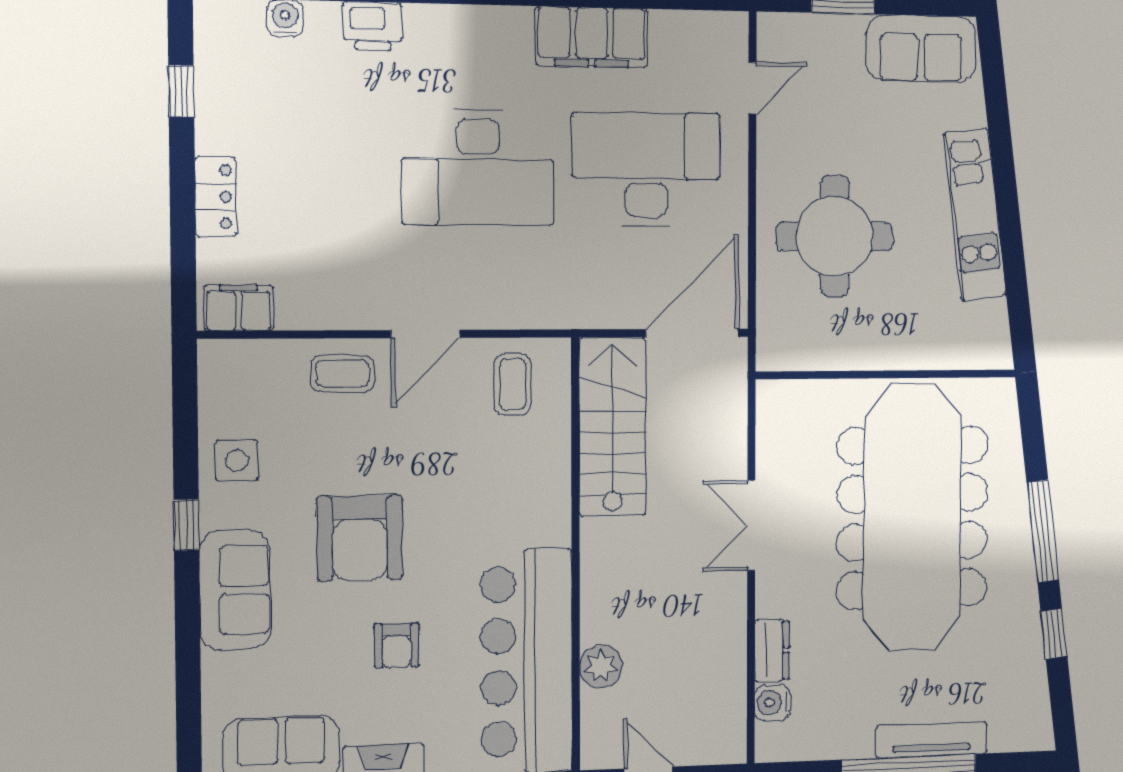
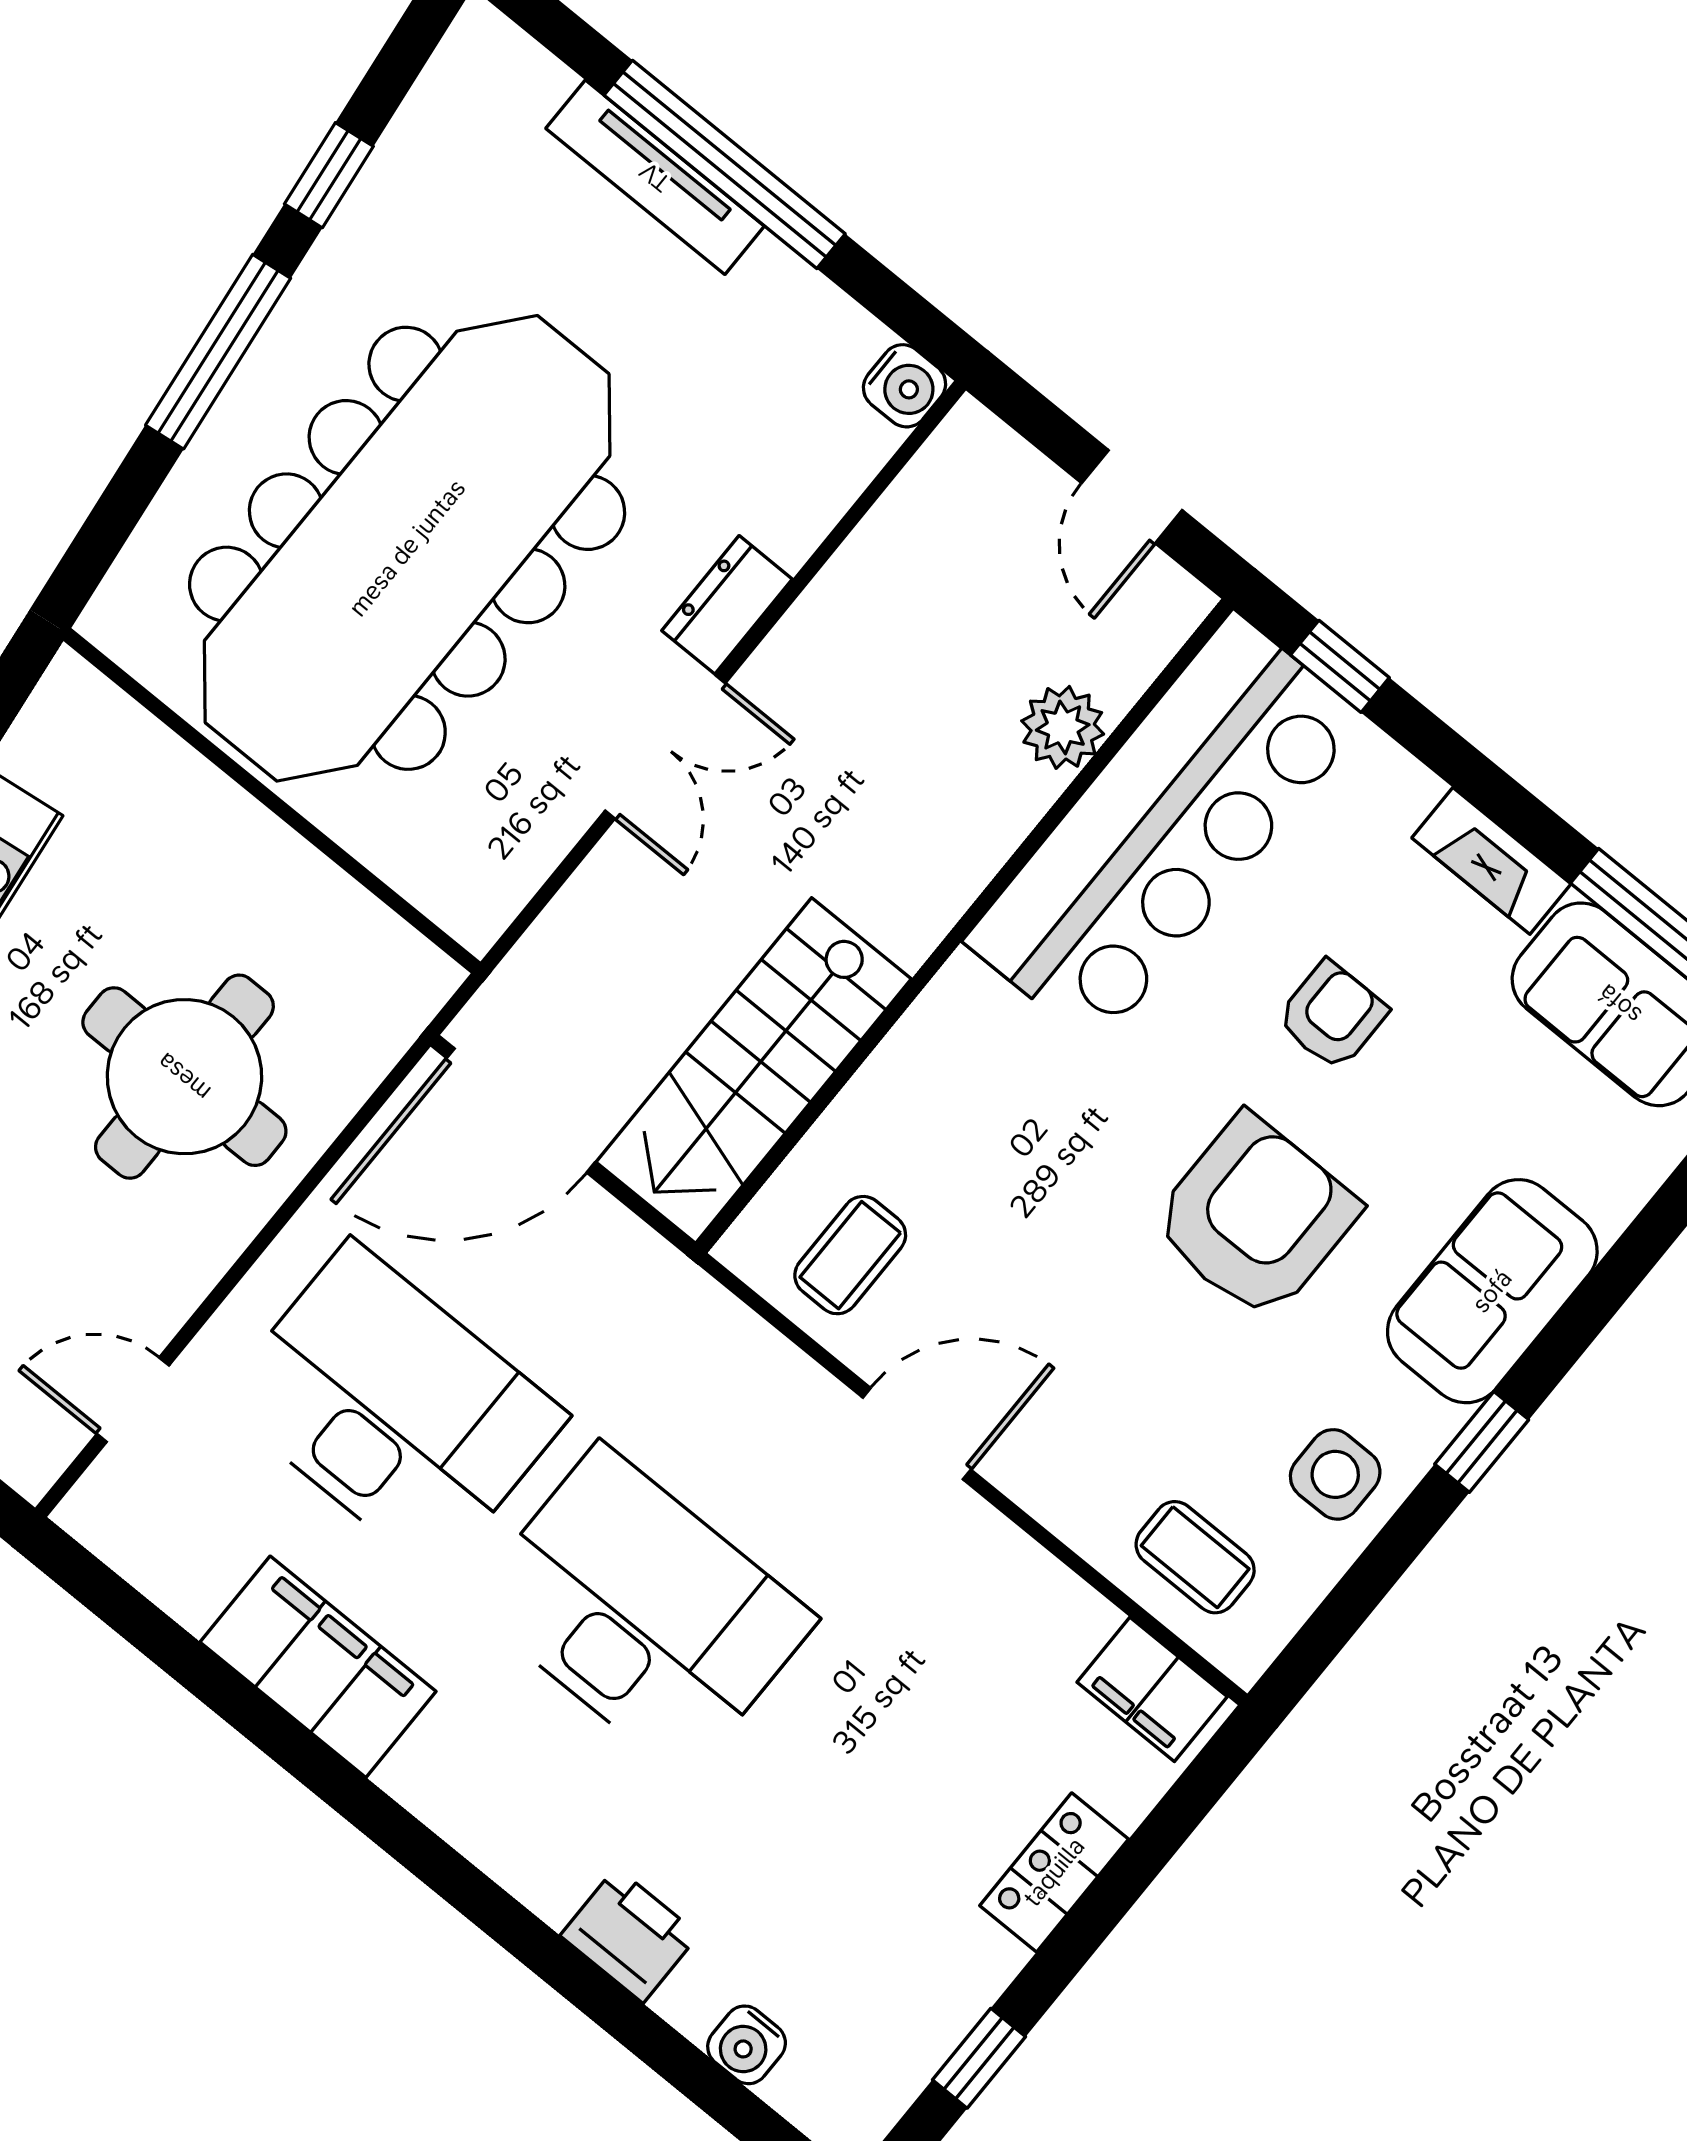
desk: (646, 170) -> (393, 1408), turned 180
coffee table: (343, 374) -> (1195, 1557), moved
dresser: (772, 650) -> (727, 605), moved
water cooler: (772, 703) -> (904, 386), moved

